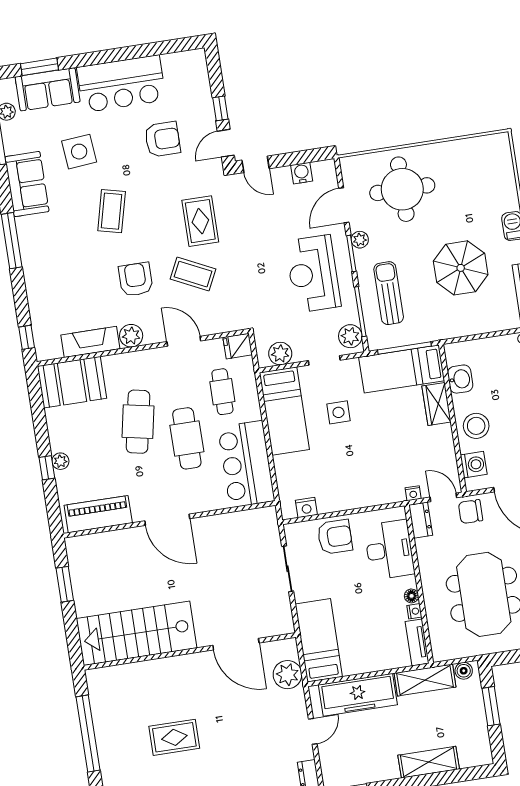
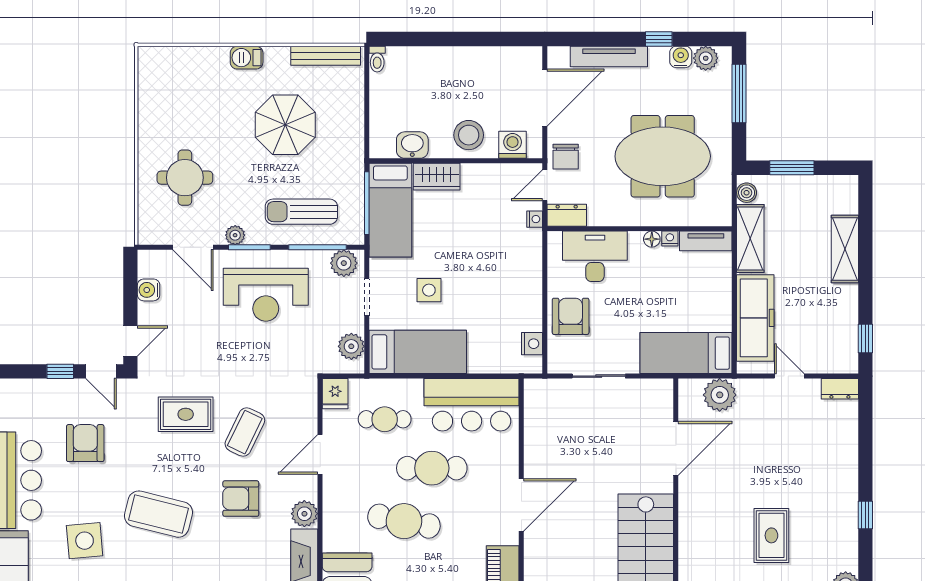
round table: (402, 189) -> (185, 178), width x0.73, depth x0.73
coffee table: (112, 211) -> (158, 514), width x1.36, depth x1.32

